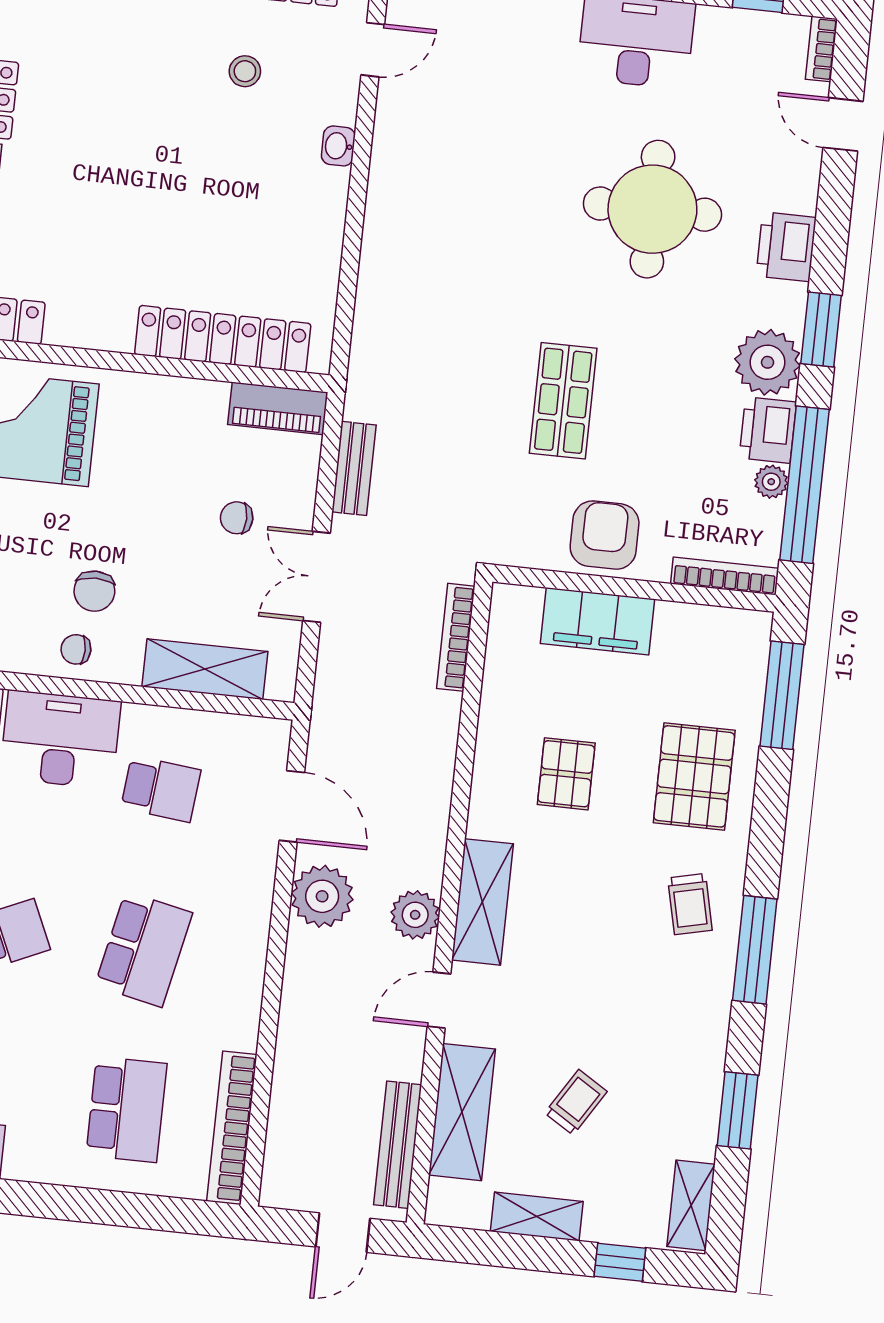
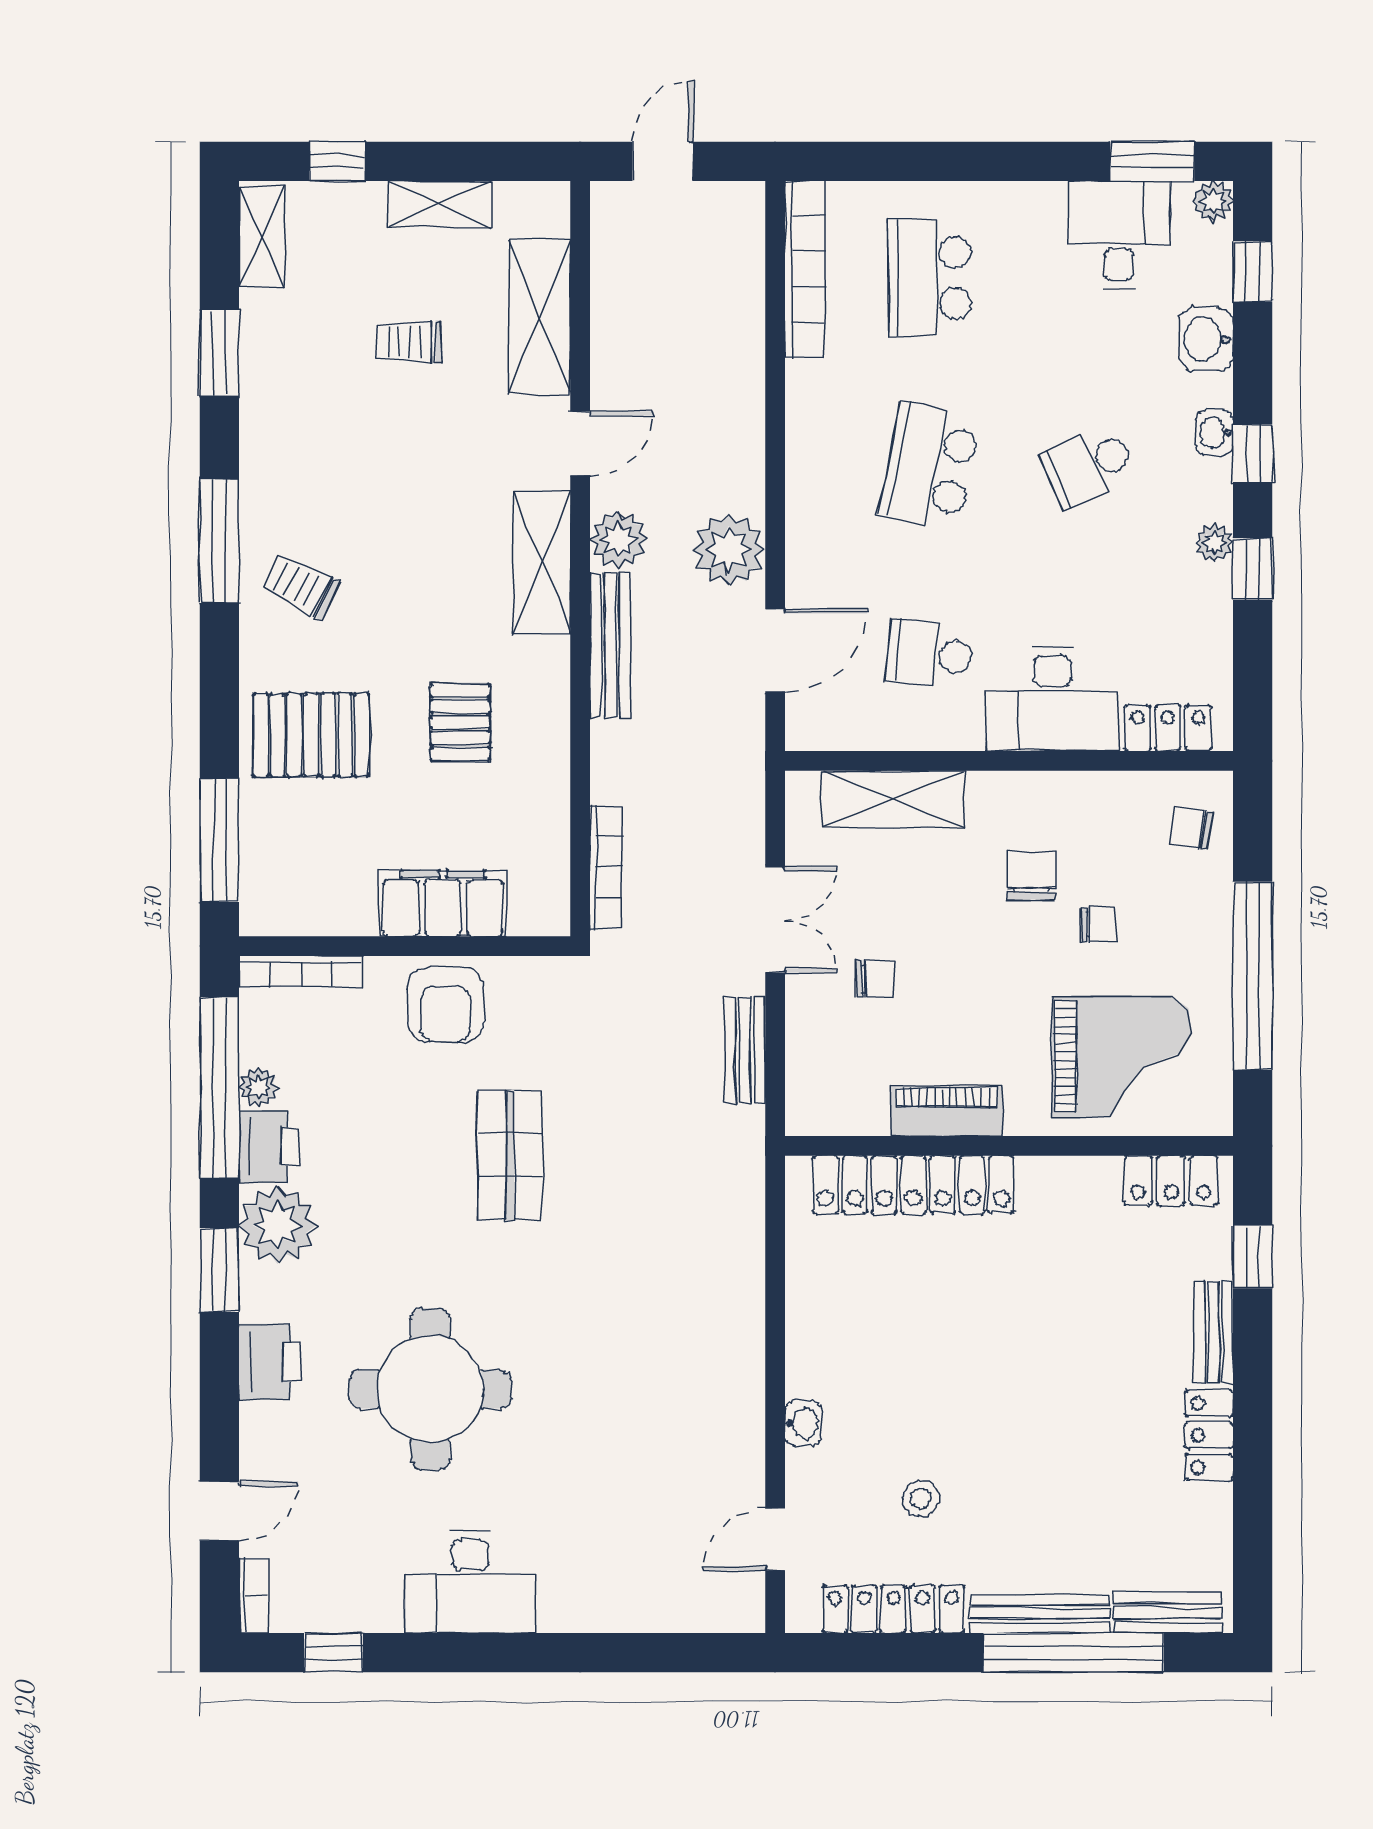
door: (843, 124) -> (219, 1511), hinge flipped
piano: (278, 408) -> (947, 1111), moved
chair: (76, 649) -> (1098, 925), moved
pallet: (694, 776) -> (311, 735), turned 90
door: (292, 806) -> (775, 650), swing flipped
trolley: (690, 904) -> (300, 586), turned -51
trolley: (576, 1102) -> (408, 342), turned 58
bench: (398, 1145) -> (610, 645), moved

